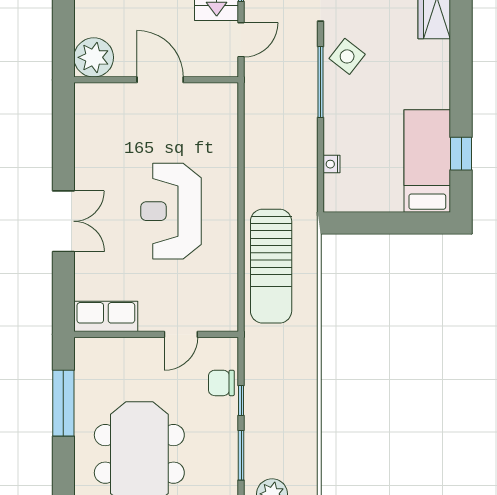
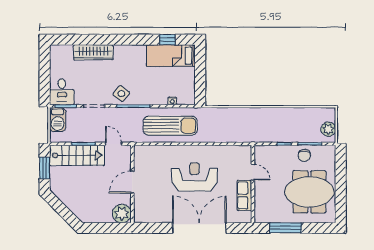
reception desk: (171, 211) -> (195, 177), turned 180
double door: (63, 221) -> (199, 228), width x1.87
sun lounger: (271, 266) -> (170, 126), moved
row of seats: (106, 316) -> (244, 195), moved
chair: (221, 383) -> (304, 155), moved

